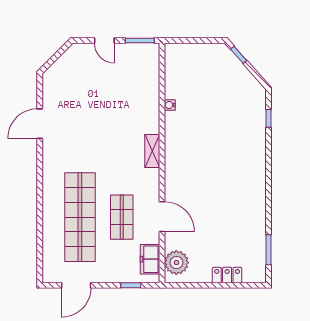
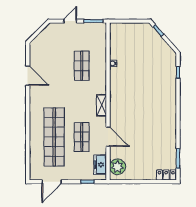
door: (104, 40) -> (70, 21), swing flipped
shop shelf: (122, 109) -> (82, 66), added
door: (40, 124) -> (28, 76), swing flipped
shelving: (152, 151) -> (102, 105), moved
locker: (227, 275) -> (166, 175), moved

